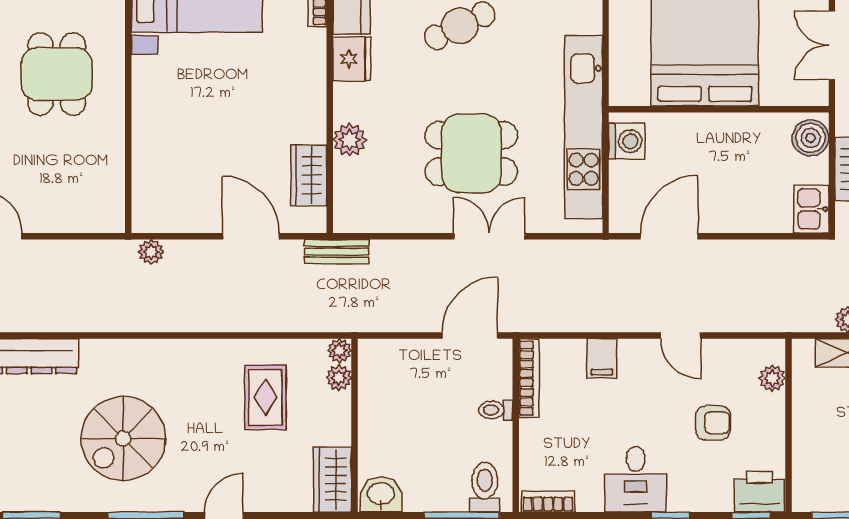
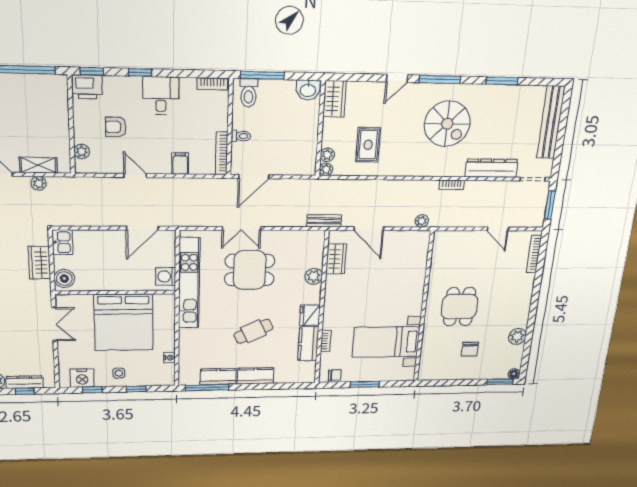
bookcase: (102, 323) -> (452, 185), added
spiral stairs: (123, 438) -> (447, 124), turned 90

